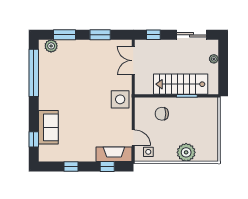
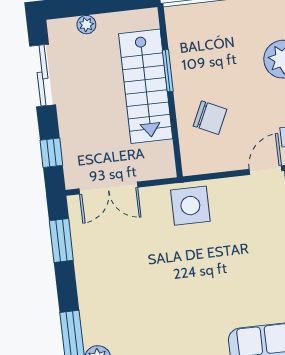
window: (100, 35) -> (61, 240), moved
chair: (162, 114) -> (210, 118), turned -65

